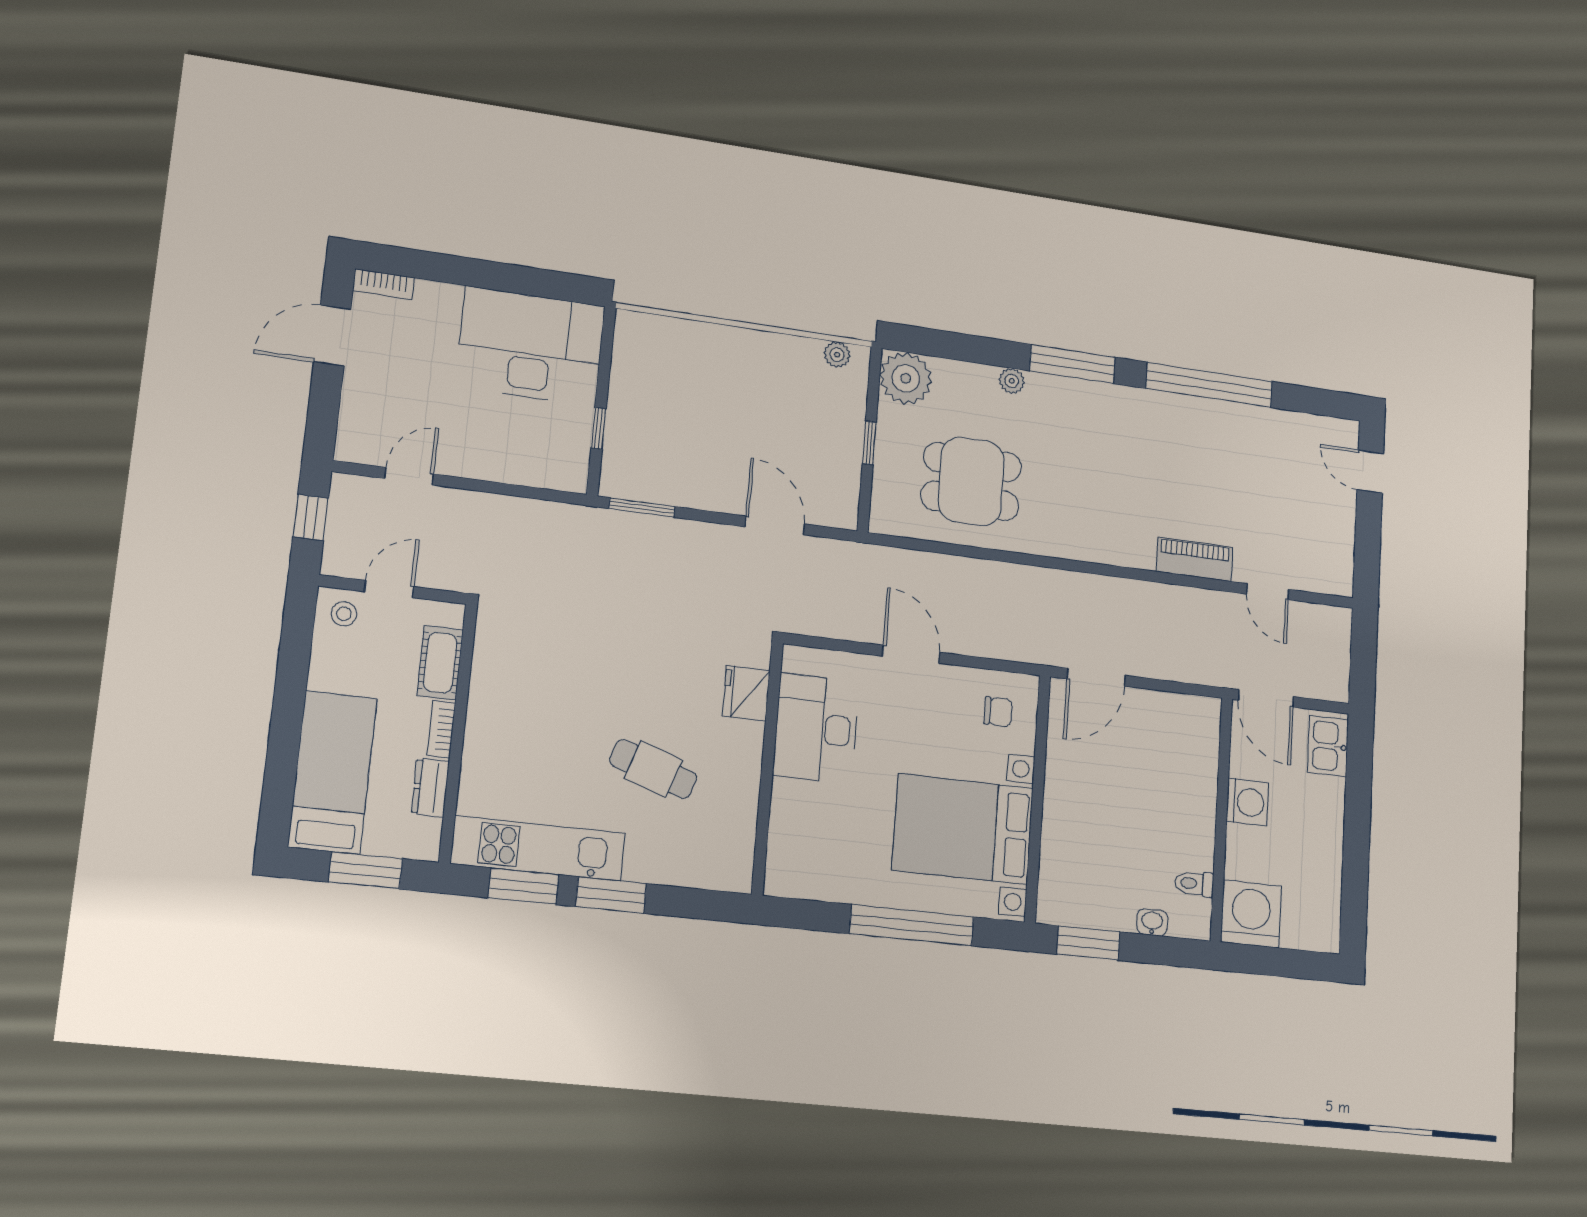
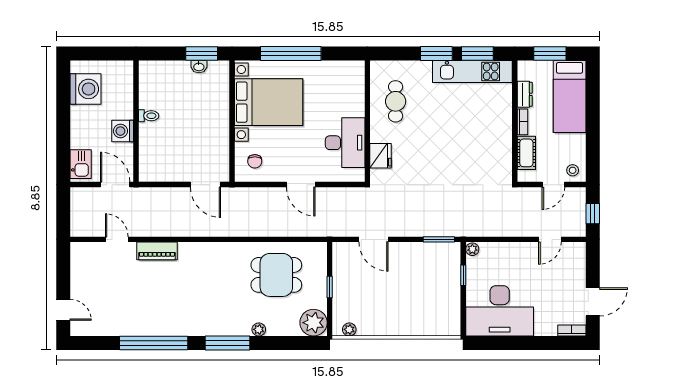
plant: (575, 478) -> (472, 249), added
door: (1096, 677) -> (205, 185), swing flipped
chair: (998, 712) -> (255, 161), turned -90
cafe table: (653, 769) -> (396, 101), moved, turned 71
toilet: (1194, 884) -> (149, 116), moved
washing machine: (1251, 914) -> (85, 89), moved, turned -90
washbasin: (1152, 922) -> (199, 67), moved

